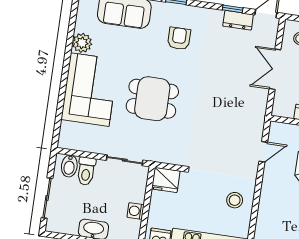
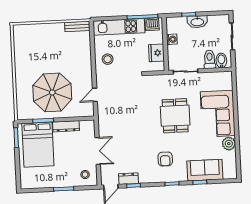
dining table: (152, 99) -> (175, 116), turned 90
fridge: (166, 180) -> (156, 53), moved, turned -90

